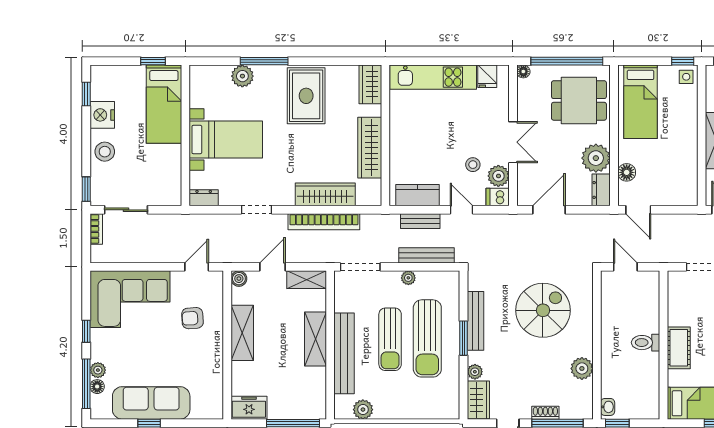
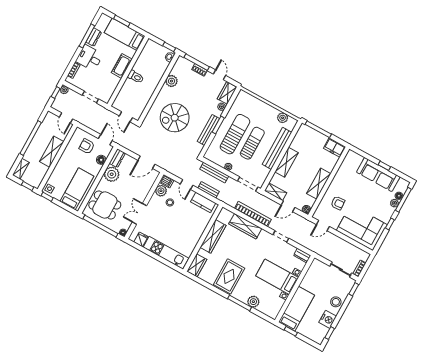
double door: (513, 142) -> (139, 214), moved
armchair: (663, 182) -> (87, 146), added

